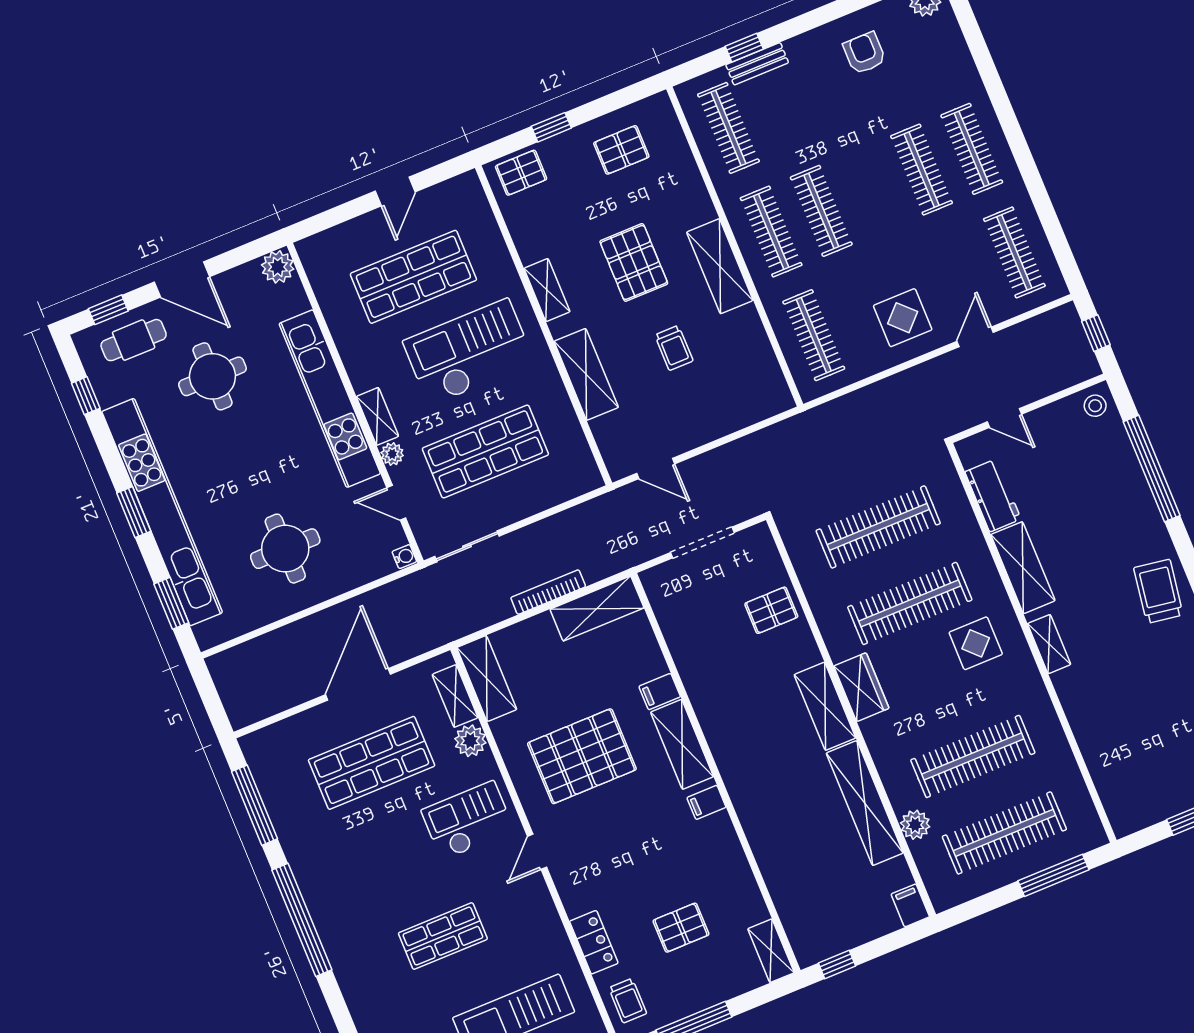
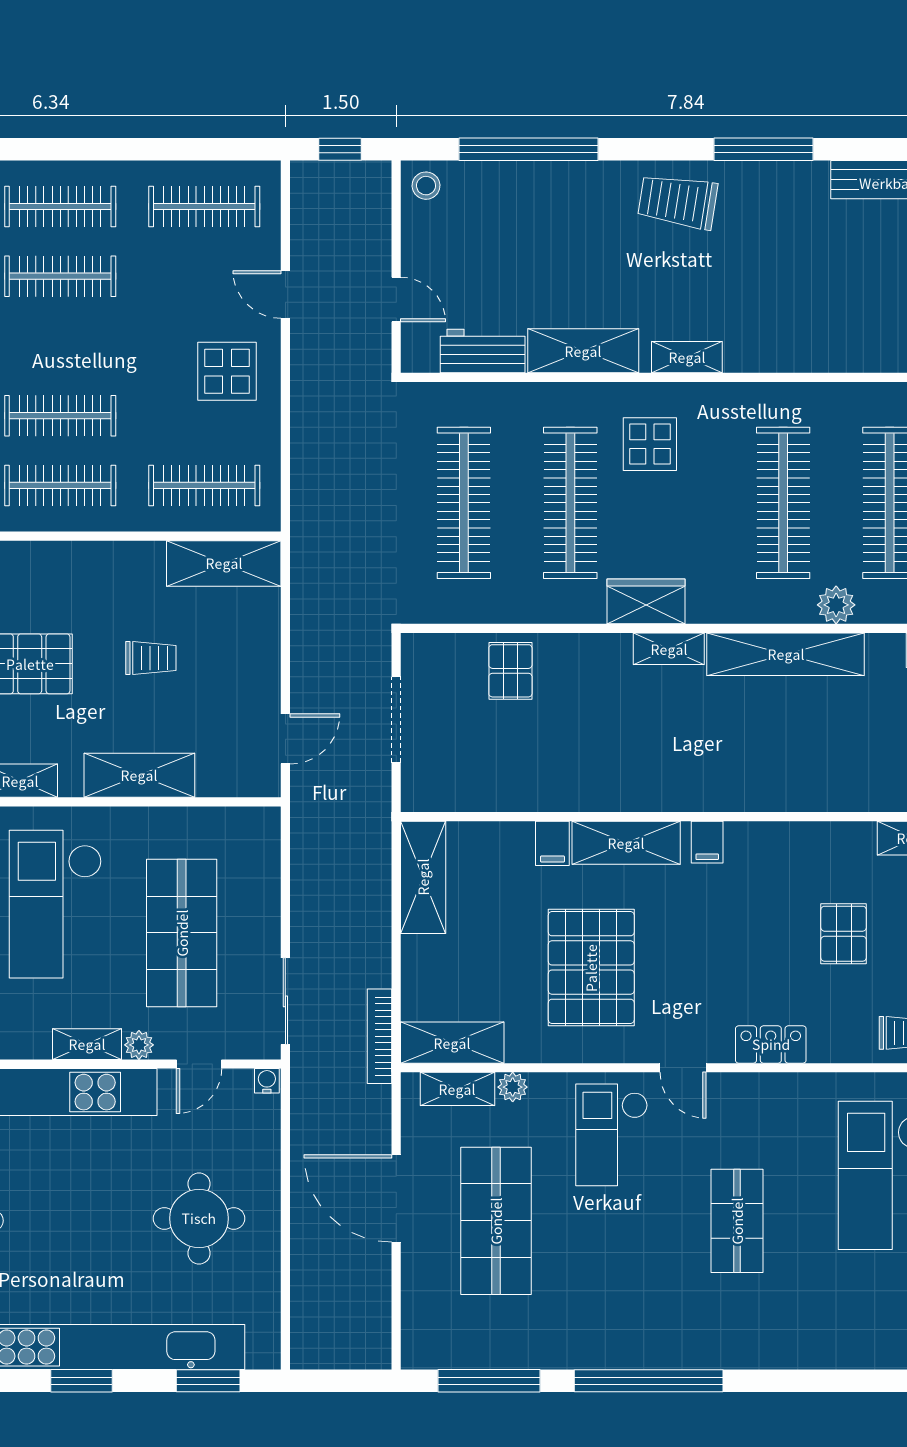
shelving: (720, 266) -> (224, 563), moved
door: (1004, 418) -> (396, 300), hinge flipped
bookcase: (548, 592) -> (380, 1036), moved
shelving: (825, 706) -> (669, 649), width x0.67, depth x0.75
plant: (470, 741) -> (513, 1087), width x0.73, depth x0.73
locker: (594, 942) -> (771, 1044), moved

